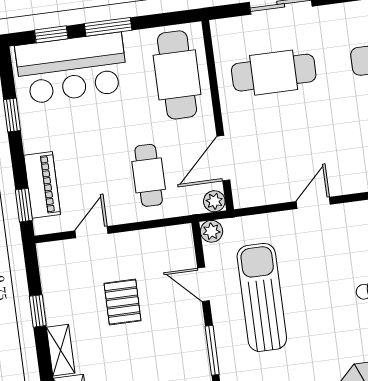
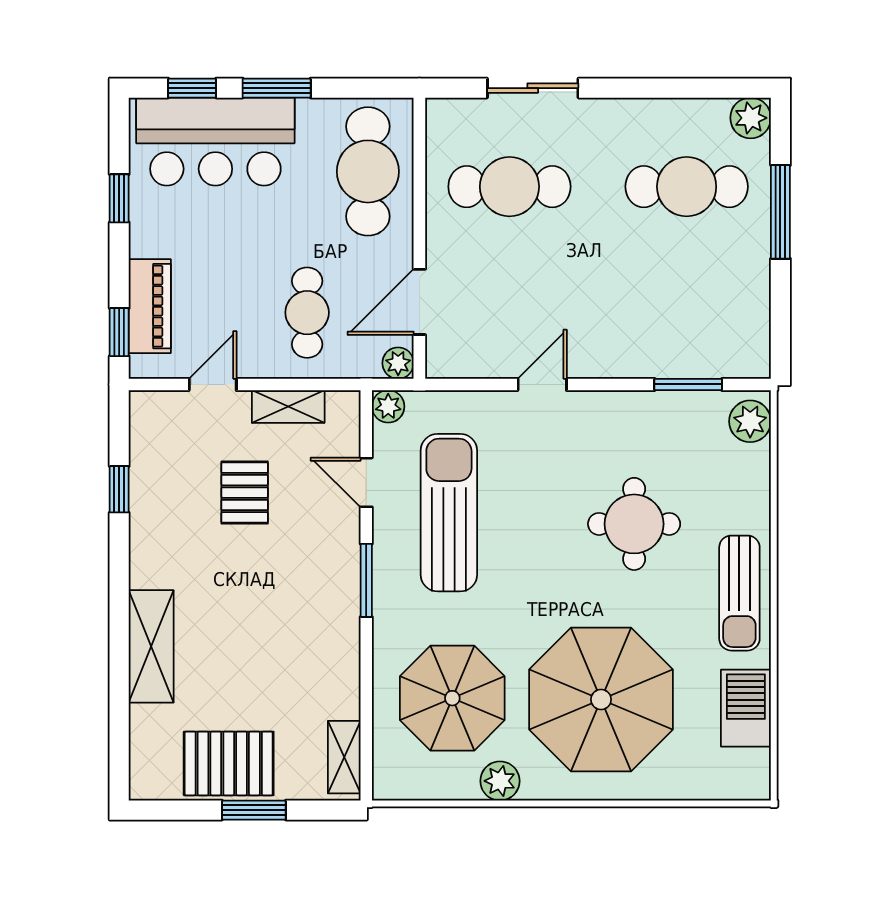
shelving: (61, 350) -> (288, 407), moved, turned 90

